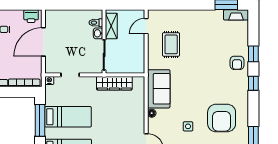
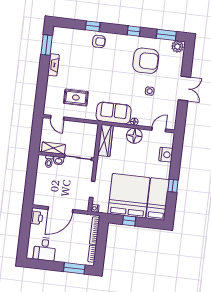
fireplace: (236, 15) -> (53, 65), moved
door: (43, 42) -> (60, 210), hinge flipped
wardrobe: (114, 83) -> (105, 141), moved
window: (253, 83) -> (134, 31), moved
floor lamp: (136, 115) -> (134, 136), added
bed: (68, 117) -> (129, 196), width x2.04
window: (40, 120) -> (129, 221), width x0.46

